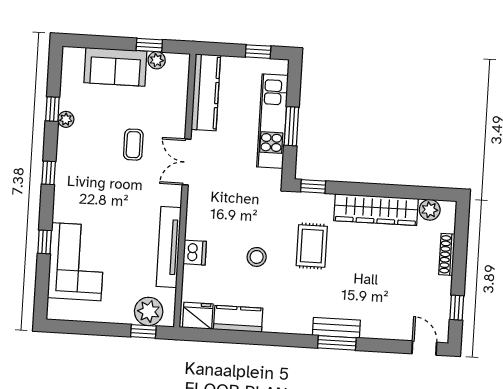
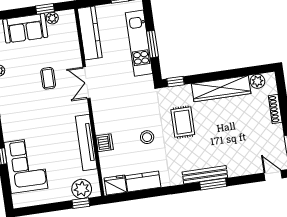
bench: (336, 328) -> (205, 175), width x1.36

